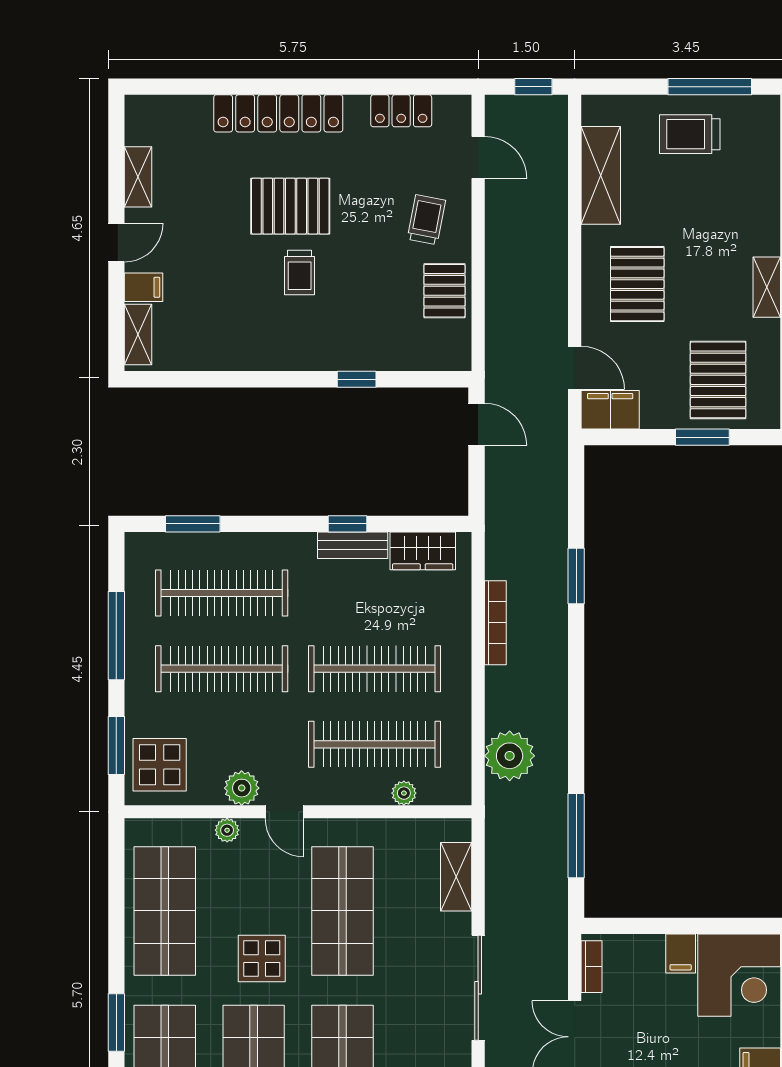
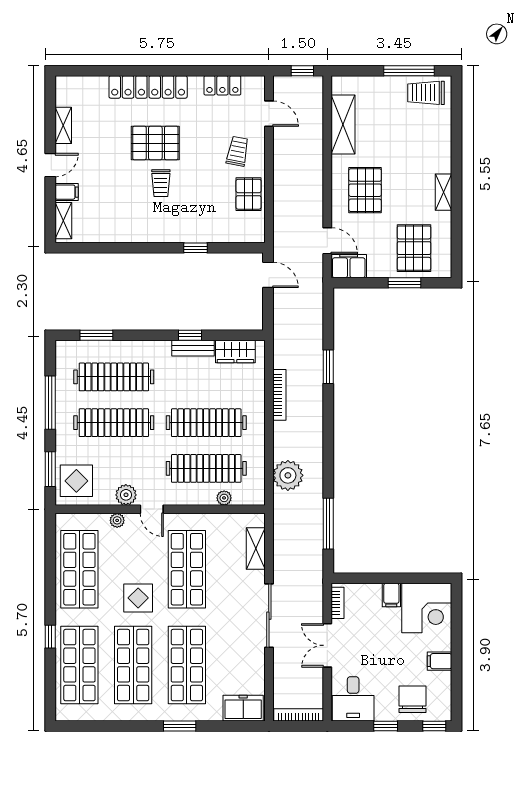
trolley: (690, 134) -> (426, 93), moved
window: (116, 1022) -> (50, 637), width x0.67

